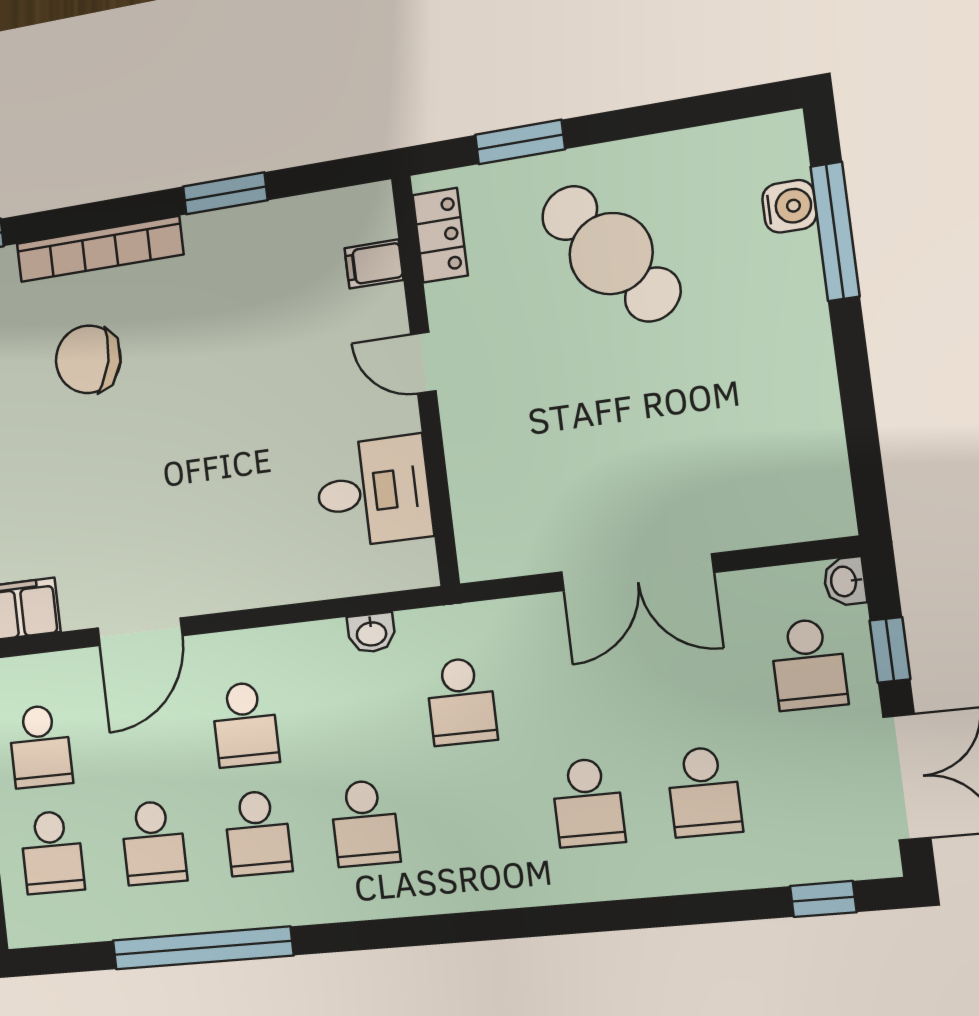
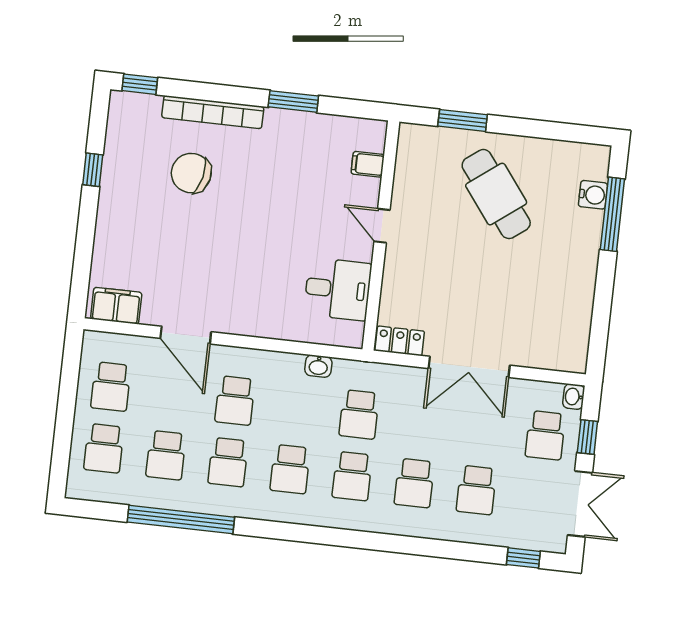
locker: (440, 235) -> (400, 341), moved, turned -90
door: (140, 632) -> (186, 335), hinge flipped
school desk: (475, 813) -> (352, 476), added

